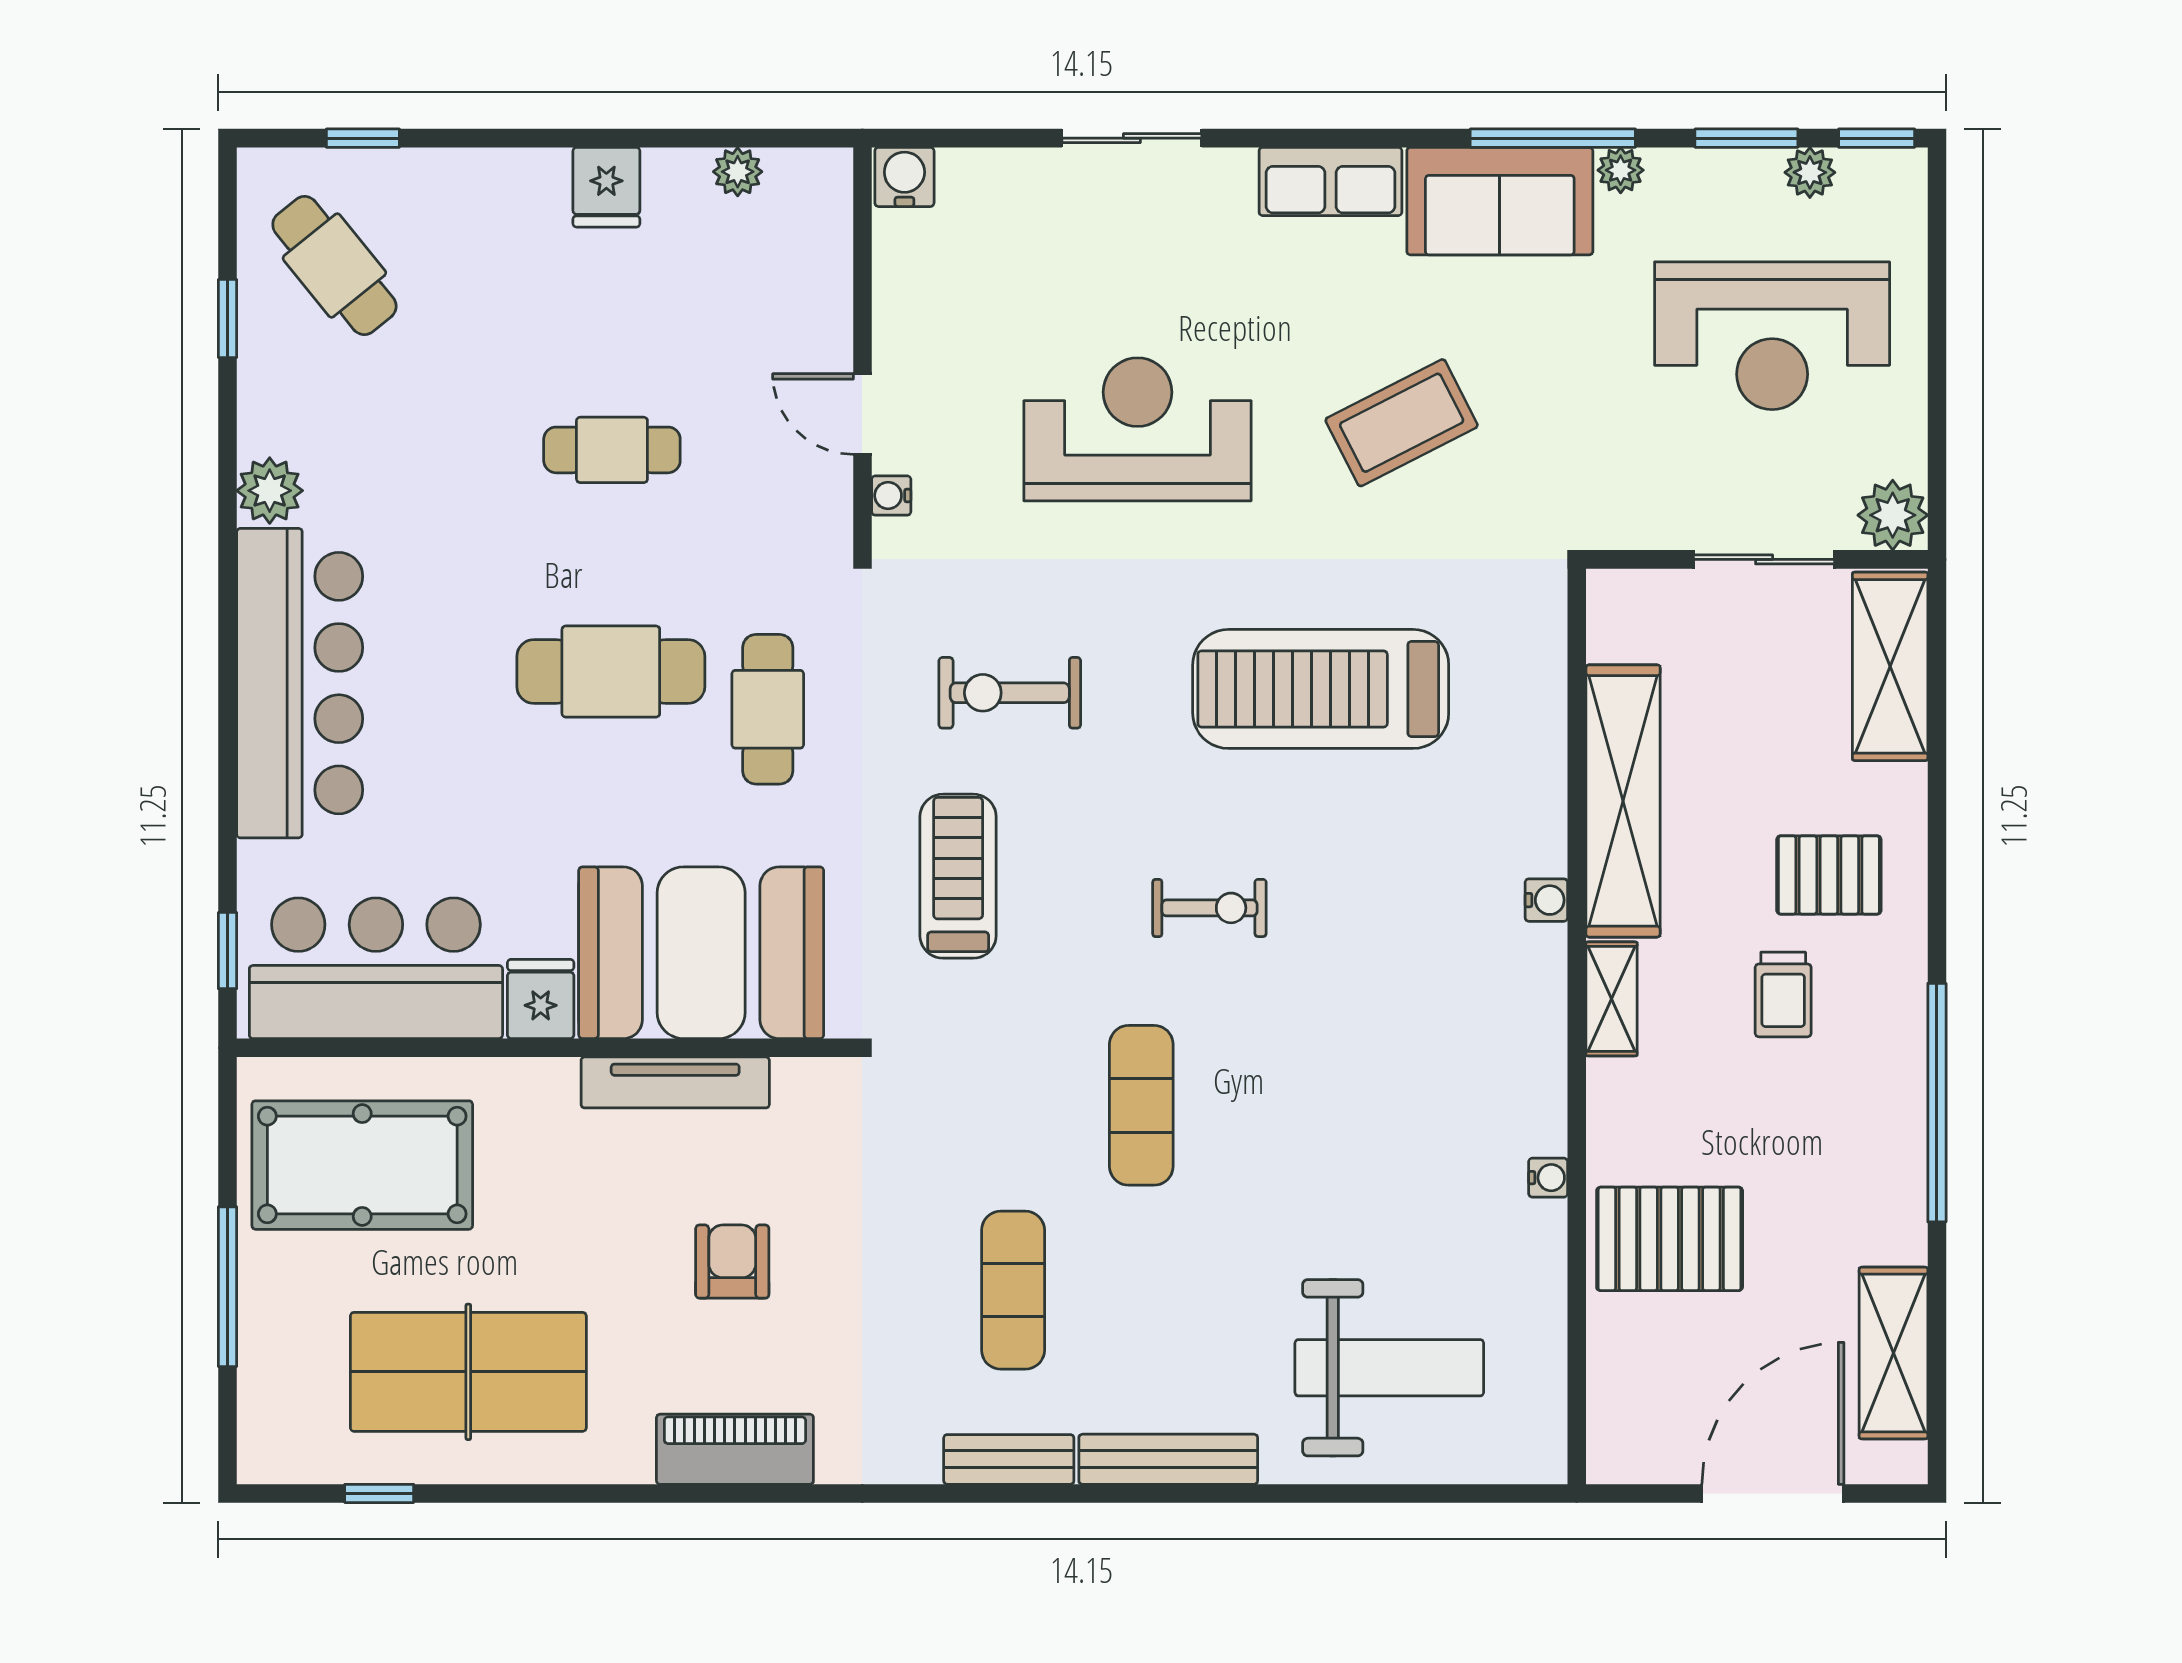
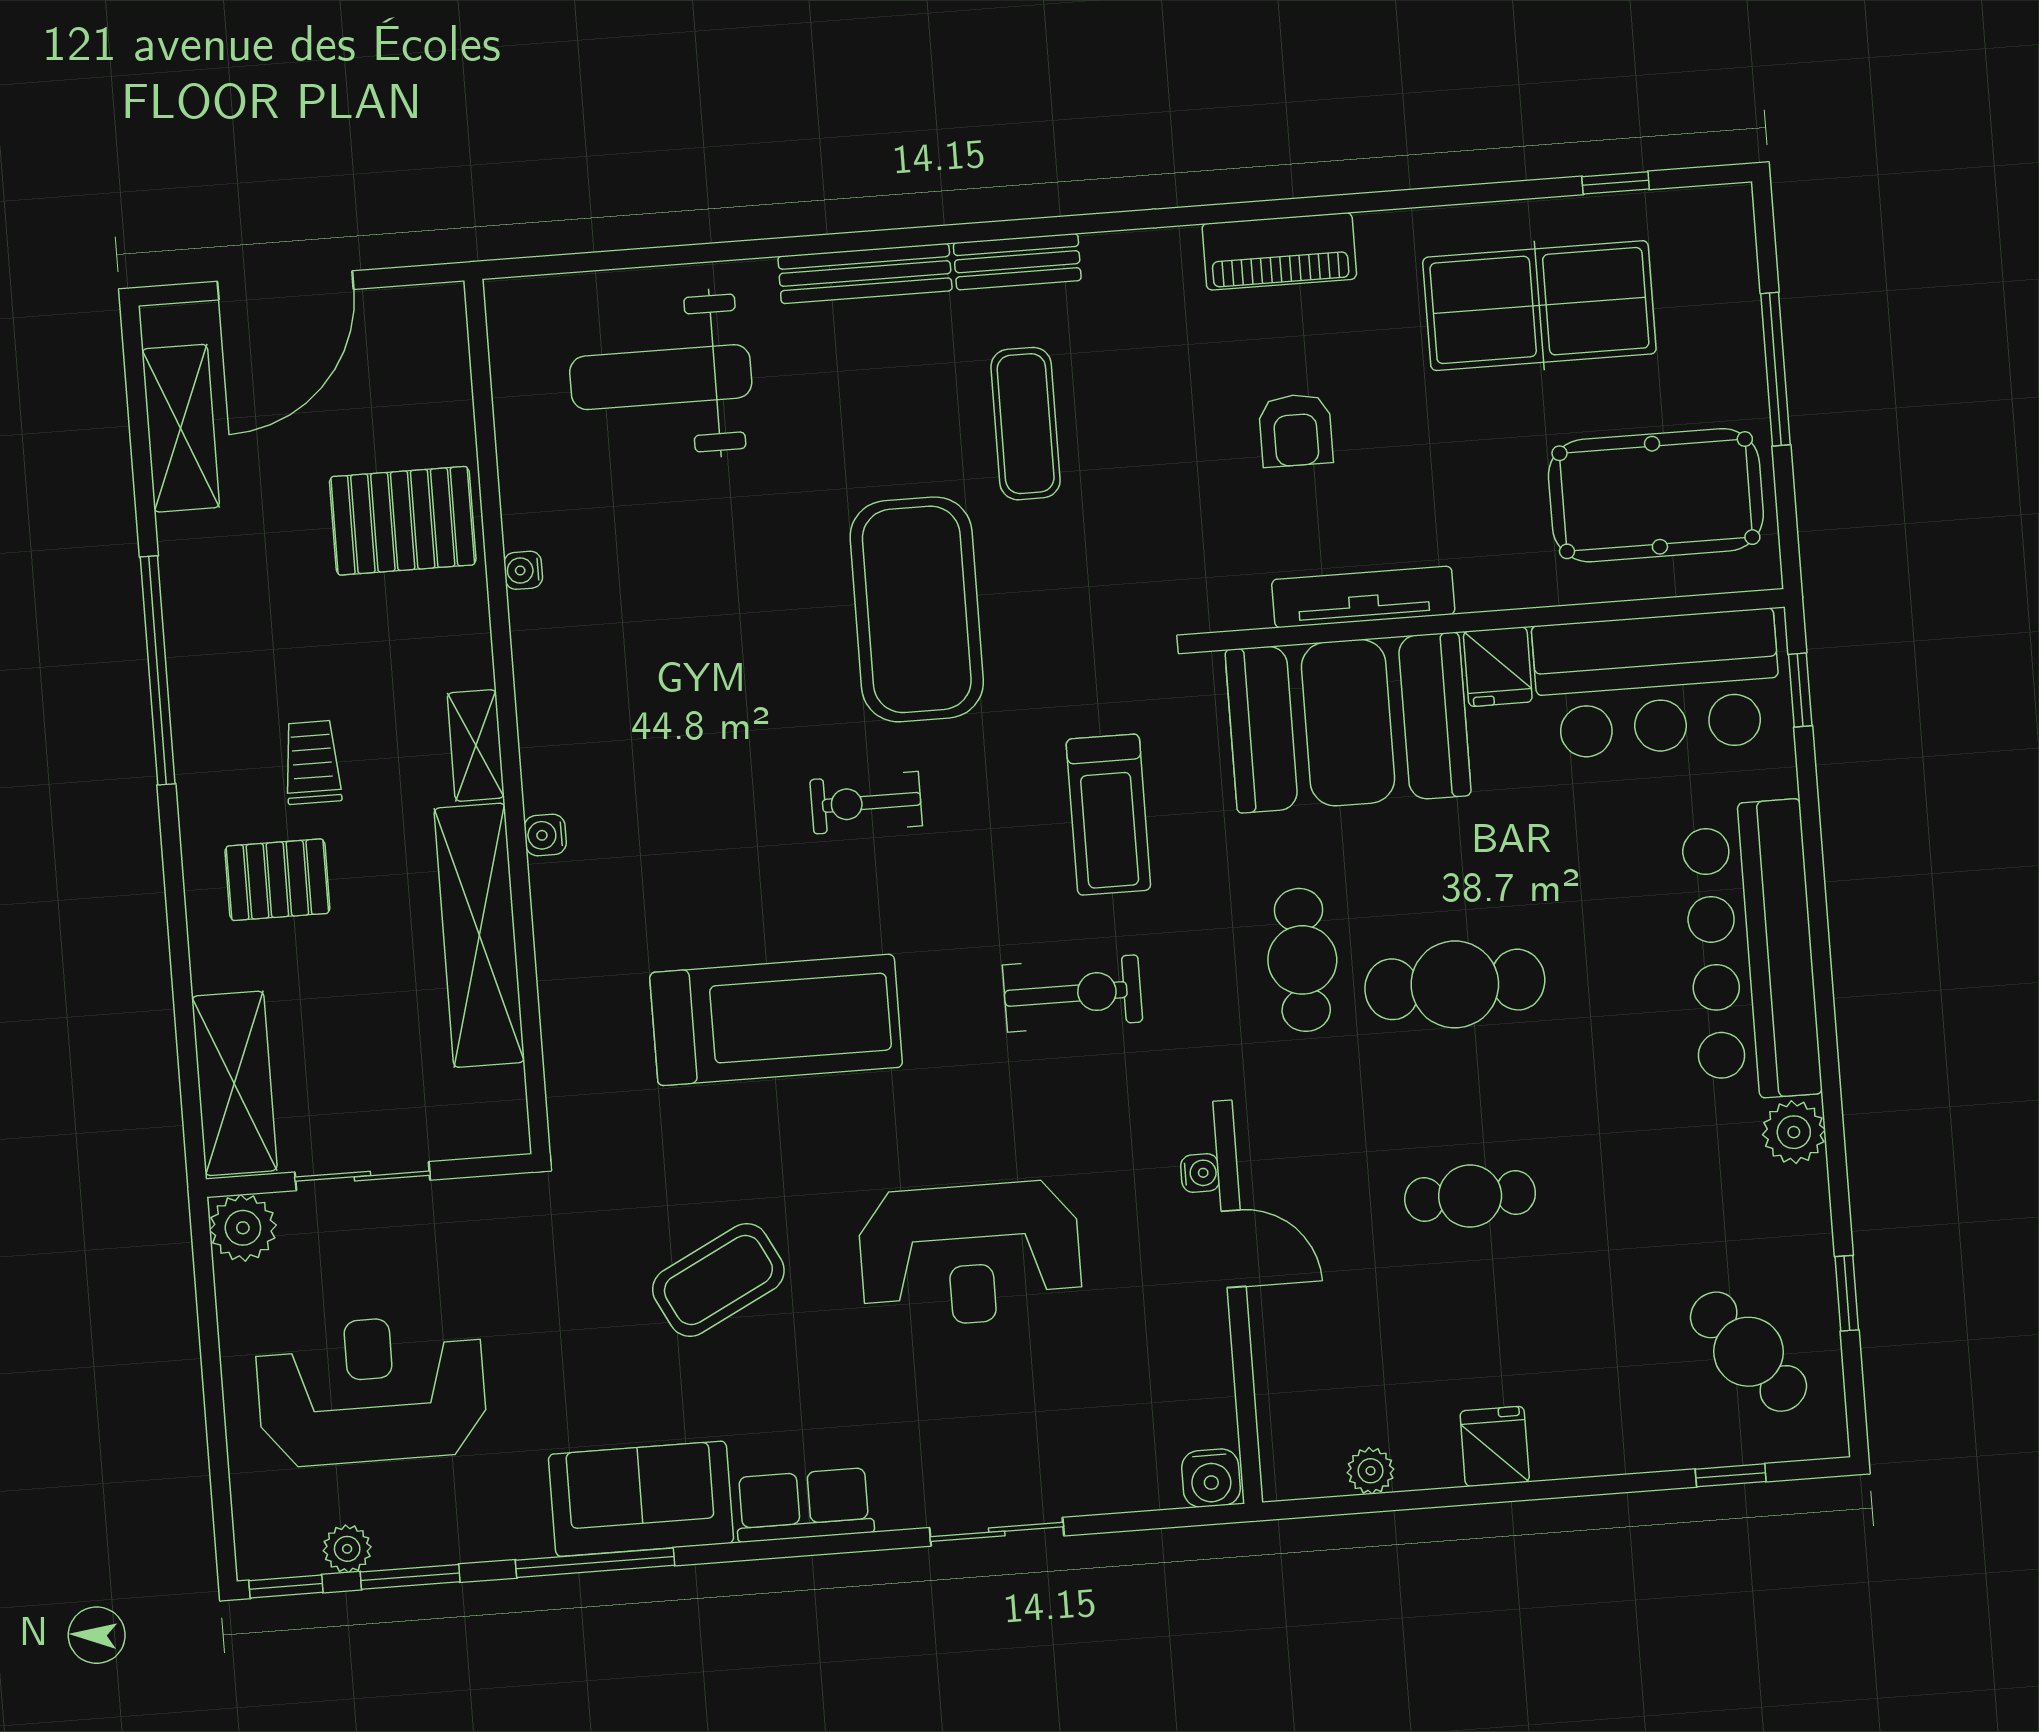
plant: (1621, 170) -> (528, 1537), removed
exercise mat: (1141, 1105) -> (917, 609), width x2.00, depth x1.45

